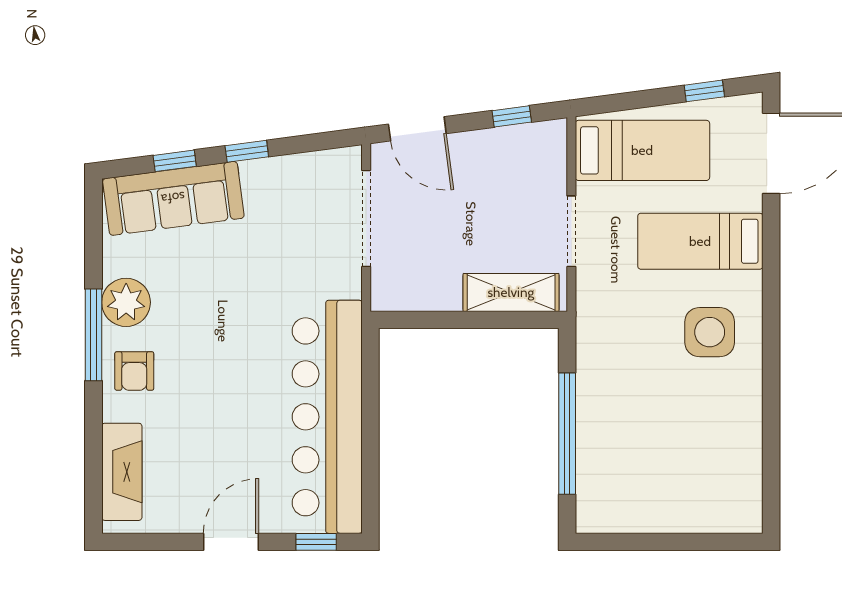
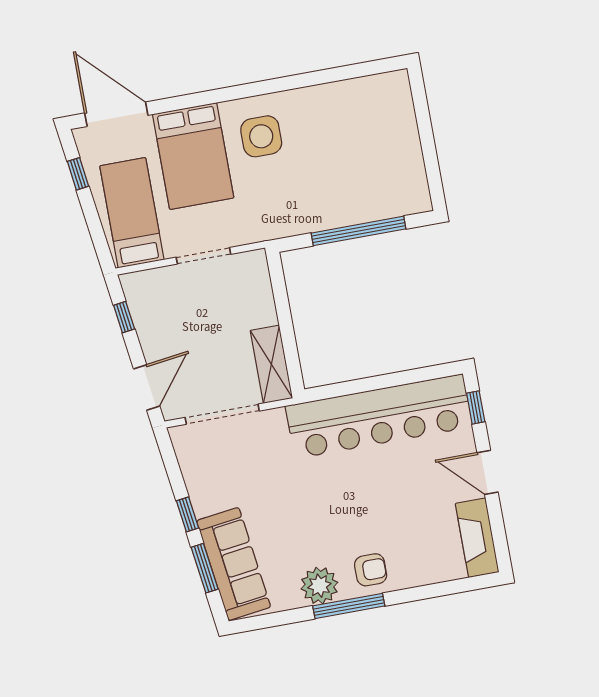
window: (175, 161) -> (205, 568), width x1.50
bed: (700, 241) -> (193, 156), width x1.50
shelving: (511, 292) -> (271, 364), moved
fireplace: (122, 472) -> (477, 538), moved, turned -90

